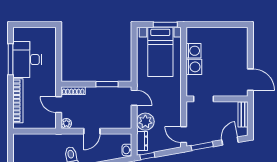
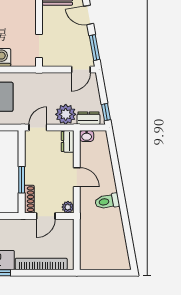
window: (107, 84) -> (22, 180), moved
dresser: (122, 123) -> (68, 141), added
washbasin: (127, 150) -> (87, 136), moved

